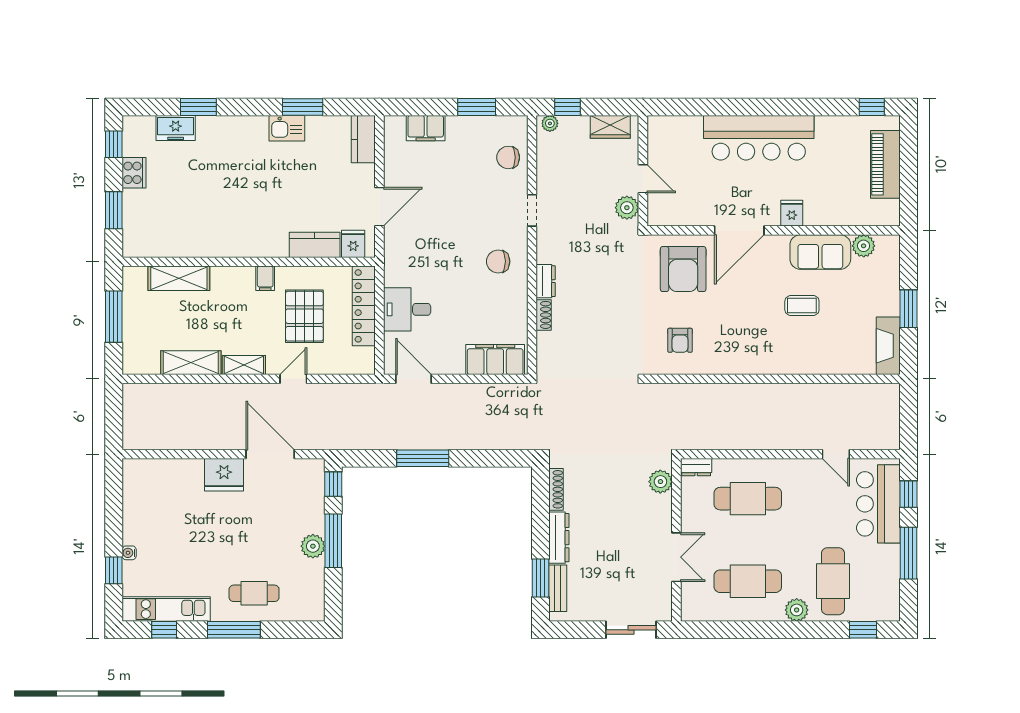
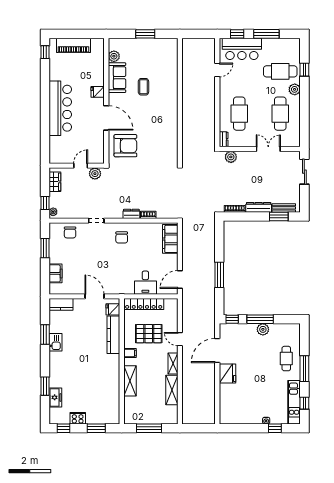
kitchen counter: (315, 245) -> (113, 335), width x1.50
shelving: (179, 278) -> (130, 381), moved
armchair: (680, 340) -> (161, 147), removed
fireplace: (888, 346) -> (163, 44), removed
window: (863, 630) -> (304, 70), moved

